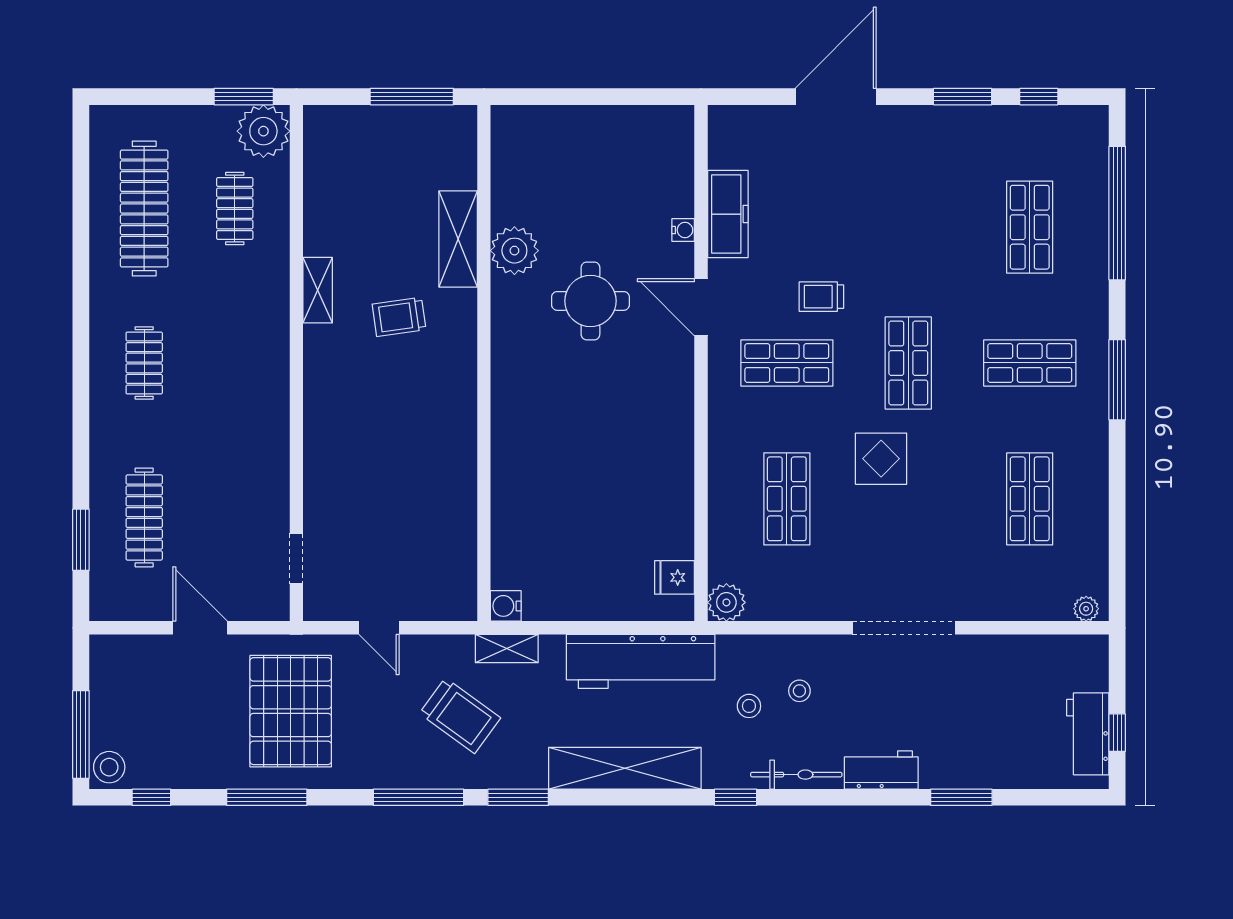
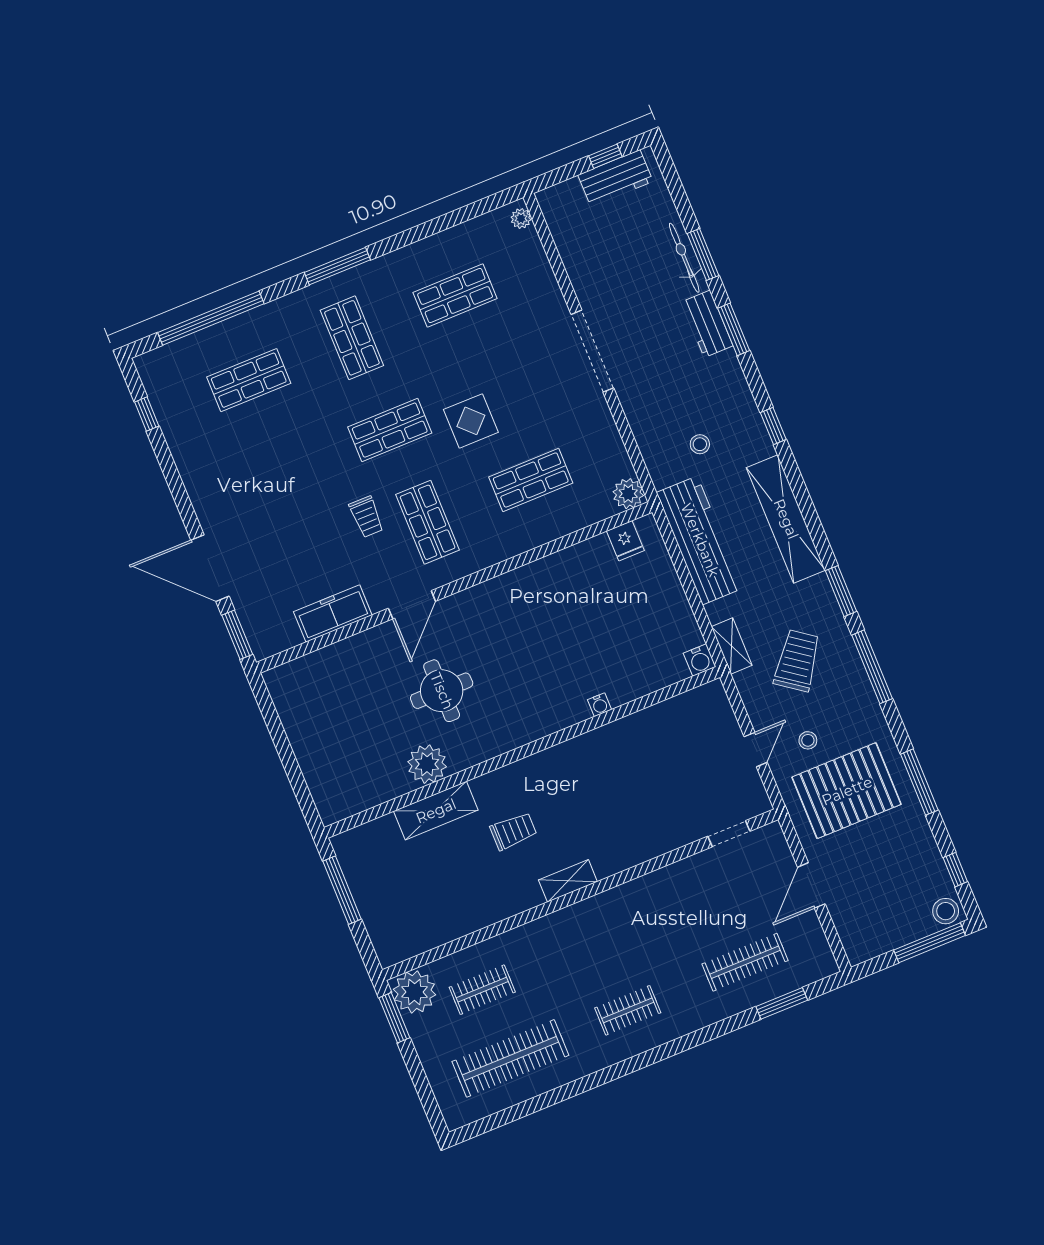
window: (963, 97) -> (237, 635), moved
water cooler: (683, 230) -> (600, 705), moved, turned 180
shelving: (318, 290) -> (568, 881), moved
trolley: (399, 317) -> (513, 831), turned -82
stool: (799, 691) -> (808, 740), moved
bicycle: (796, 775) -> (684, 258), moved
window: (863, 797) -> (734, 329), added

